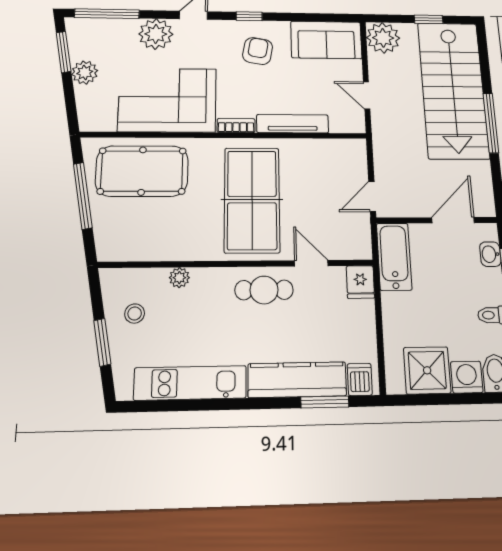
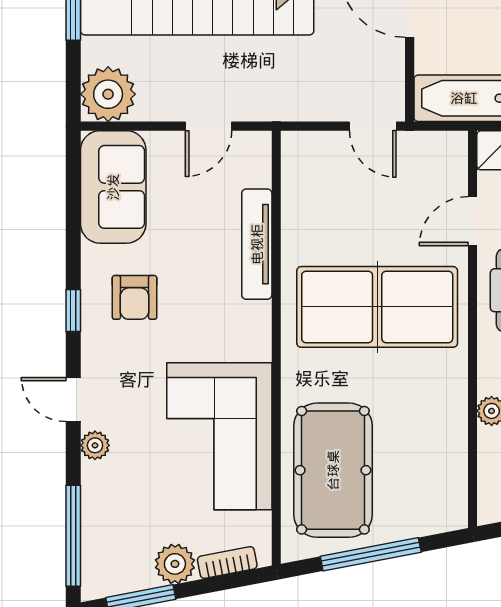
plant: (156, 34) -> (95, 445), width x0.53, depth x0.53
armchair: (258, 51) -> (135, 297), turned -100
bookcase: (236, 125) -> (227, 562), moved, turned 79

